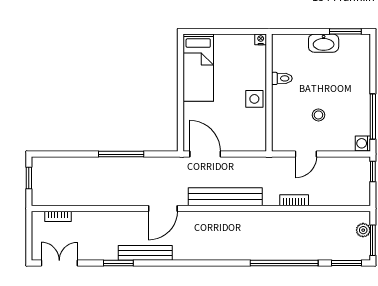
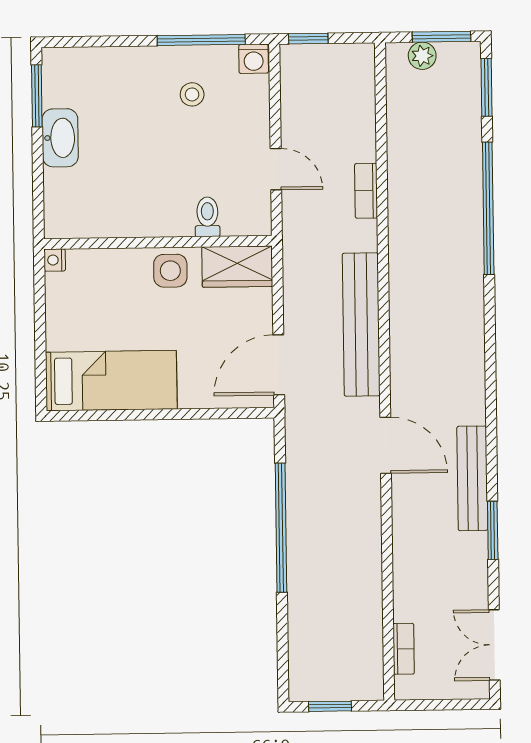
toilet: (282, 78) -> (207, 217), moved
stool: (318, 115) -> (192, 94), moved
wardrobe: (256, 133) -> (237, 267), added
window: (121, 154) -> (281, 528), width x1.46

